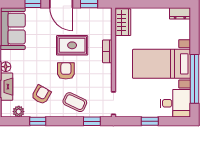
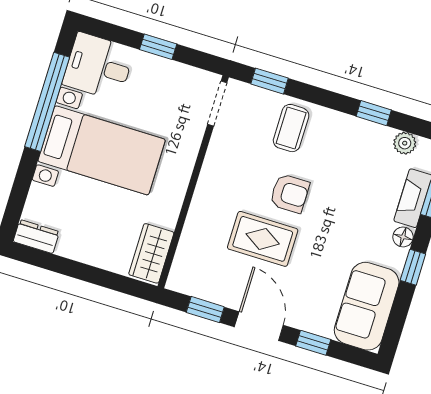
bookcase: (107, 51) -> (199, 207), removed
armchair: (66, 71) -> (290, 193), turned -90
armchair: (41, 95) -> (351, 162), removed
coffee table: (75, 102) -> (291, 128), turned 65

